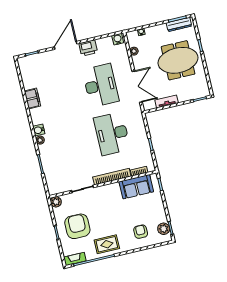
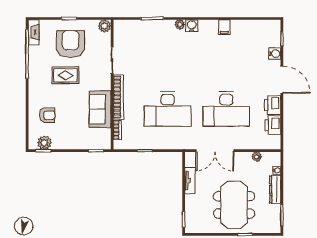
dresser: (179, 24) -> (275, 189), moved
water cooler: (118, 39) -> (275, 54), moved
printer: (105, 44) -> (273, 125), added
filing cabinet: (32, 98) -> (224, 27), width x0.50
desk: (112, 134) -> (168, 109), turned 180
sofa: (136, 187) -> (100, 109), moved
armchair: (77, 226) -> (71, 44), turned -90
rug: (107, 244) -> (65, 75), moved, turned 90

